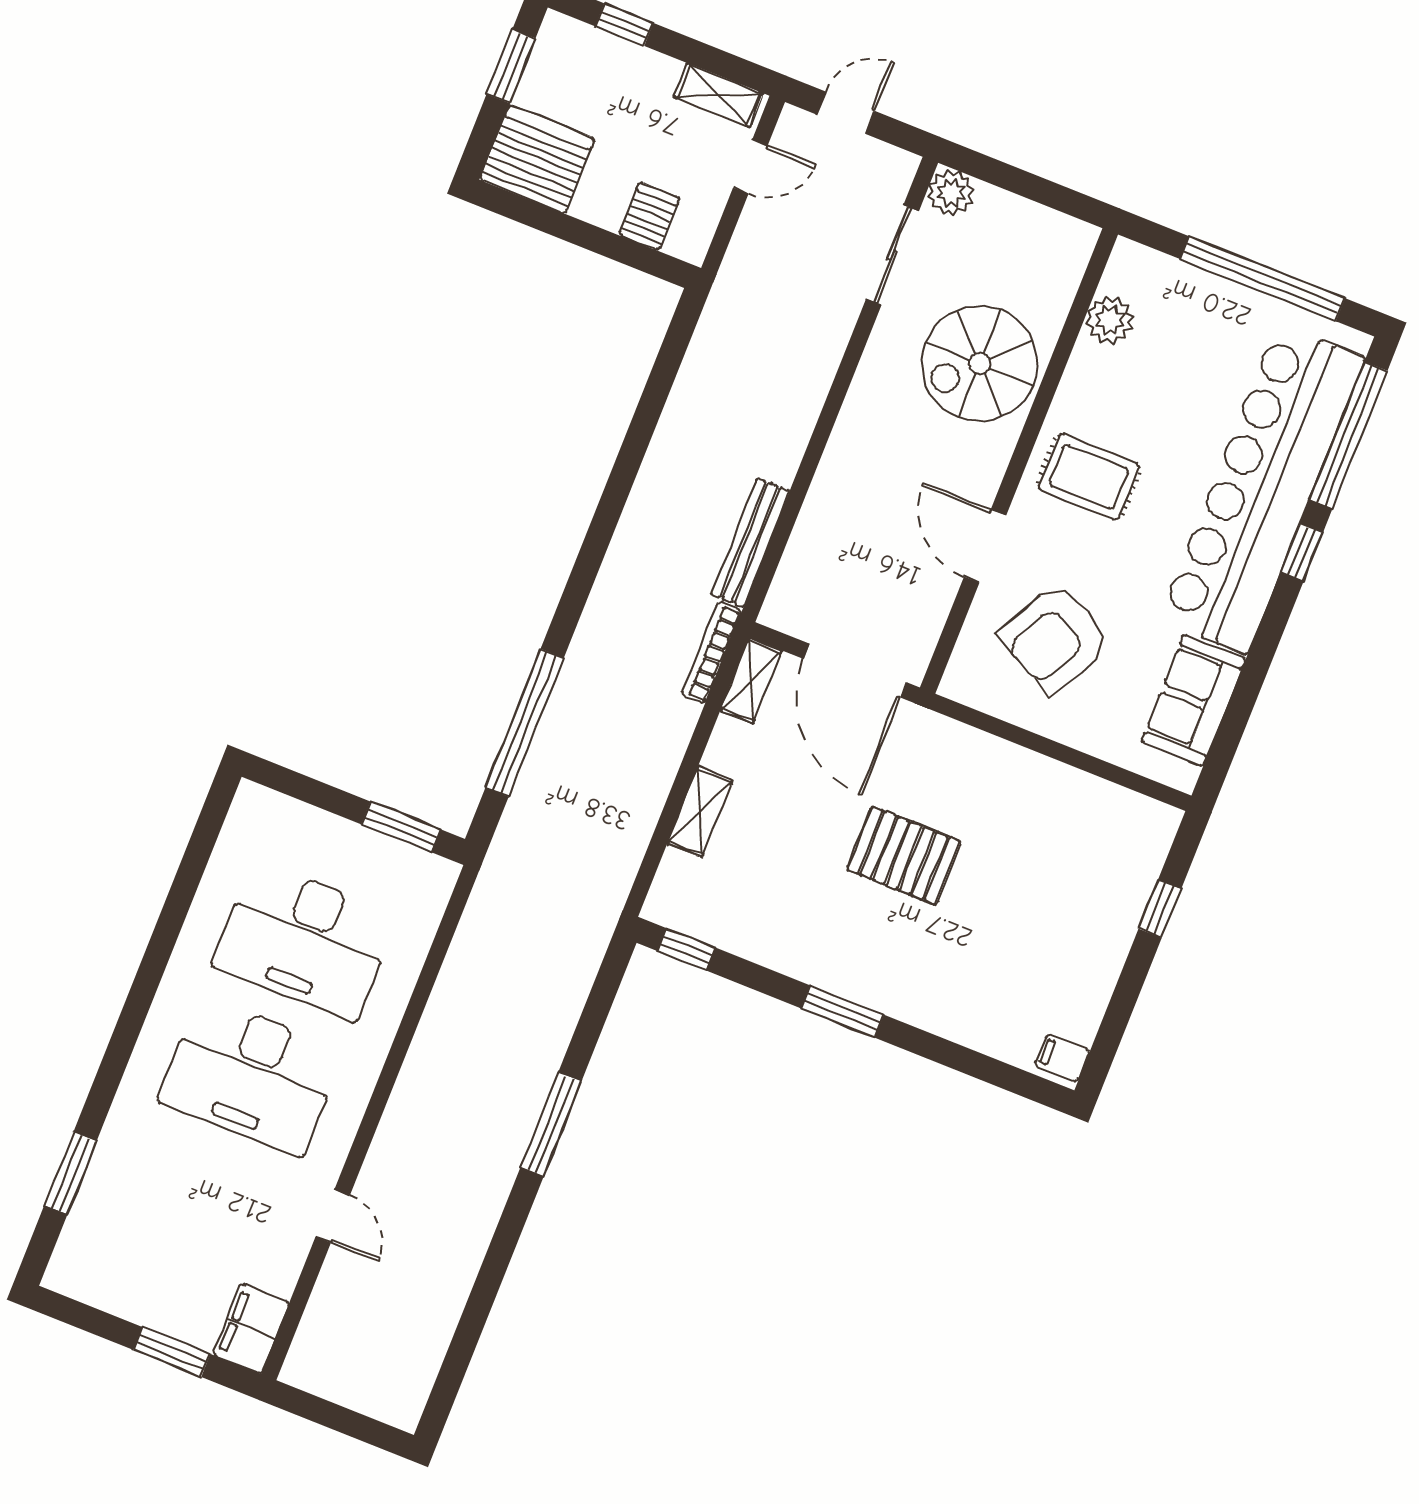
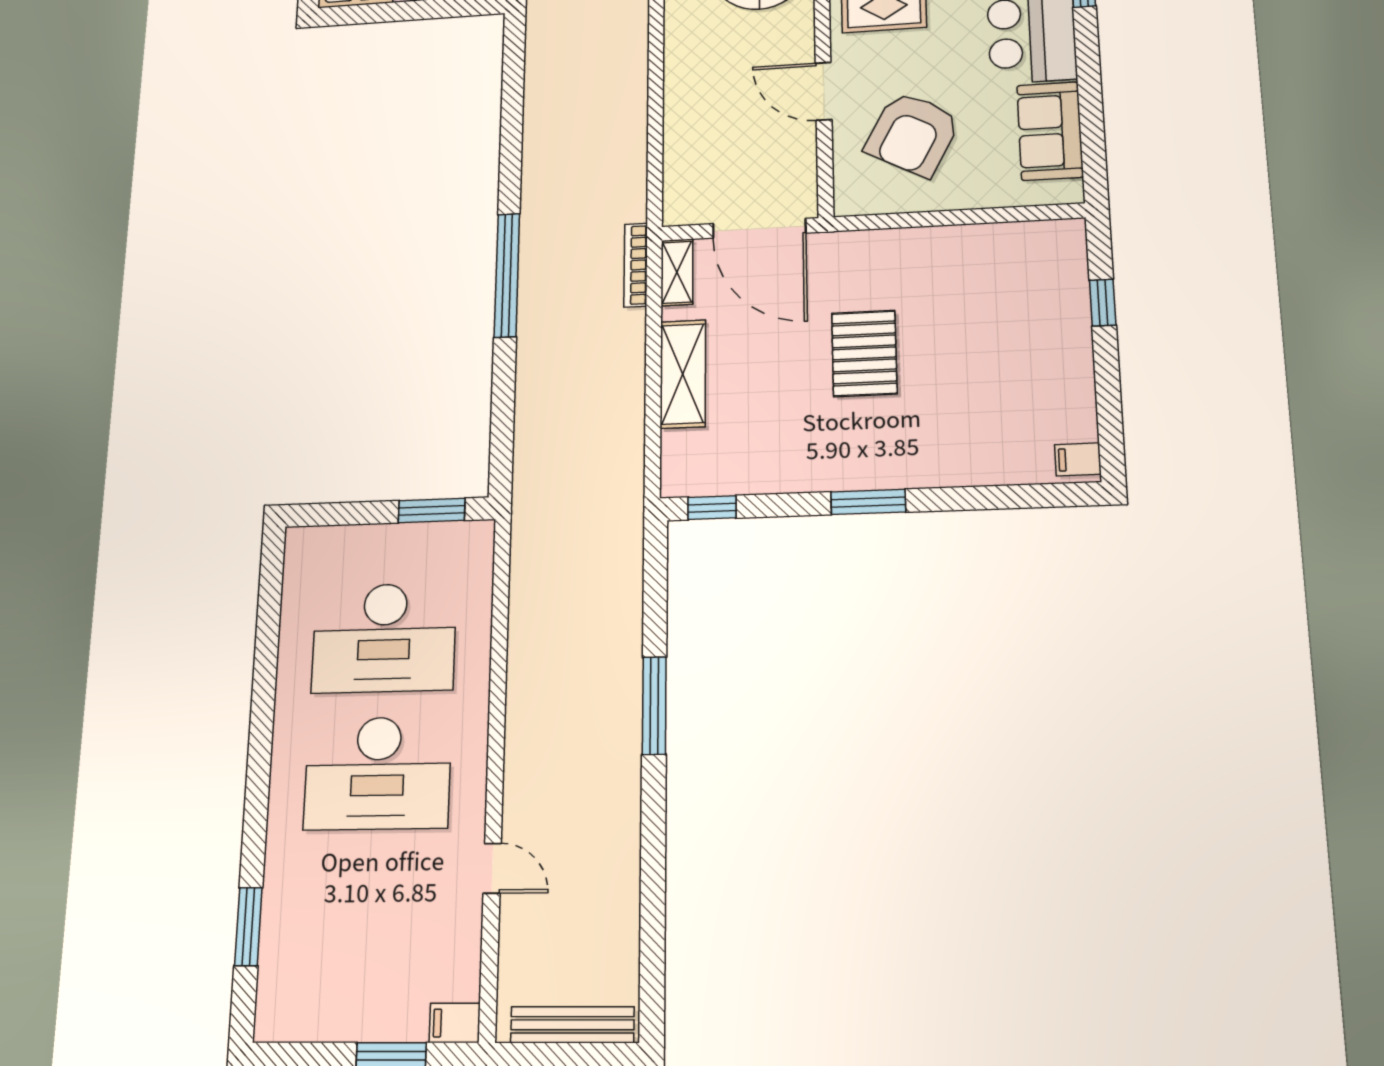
bench: (750, 543) -> (572, 1025), moved, turned 90
window: (525, 723) -> (507, 275), moved
shelving: (700, 812) -> (683, 374), width x1.50, depth x1.33
pallet: (904, 856) -> (864, 353), turned 90
filing cabinet: (251, 1328) -> (455, 1023), width x0.50

